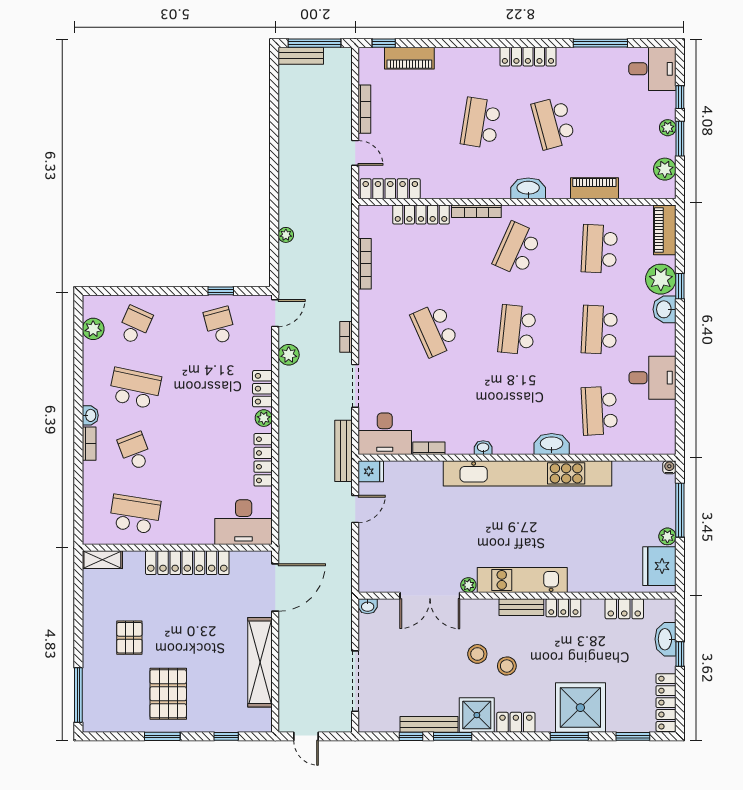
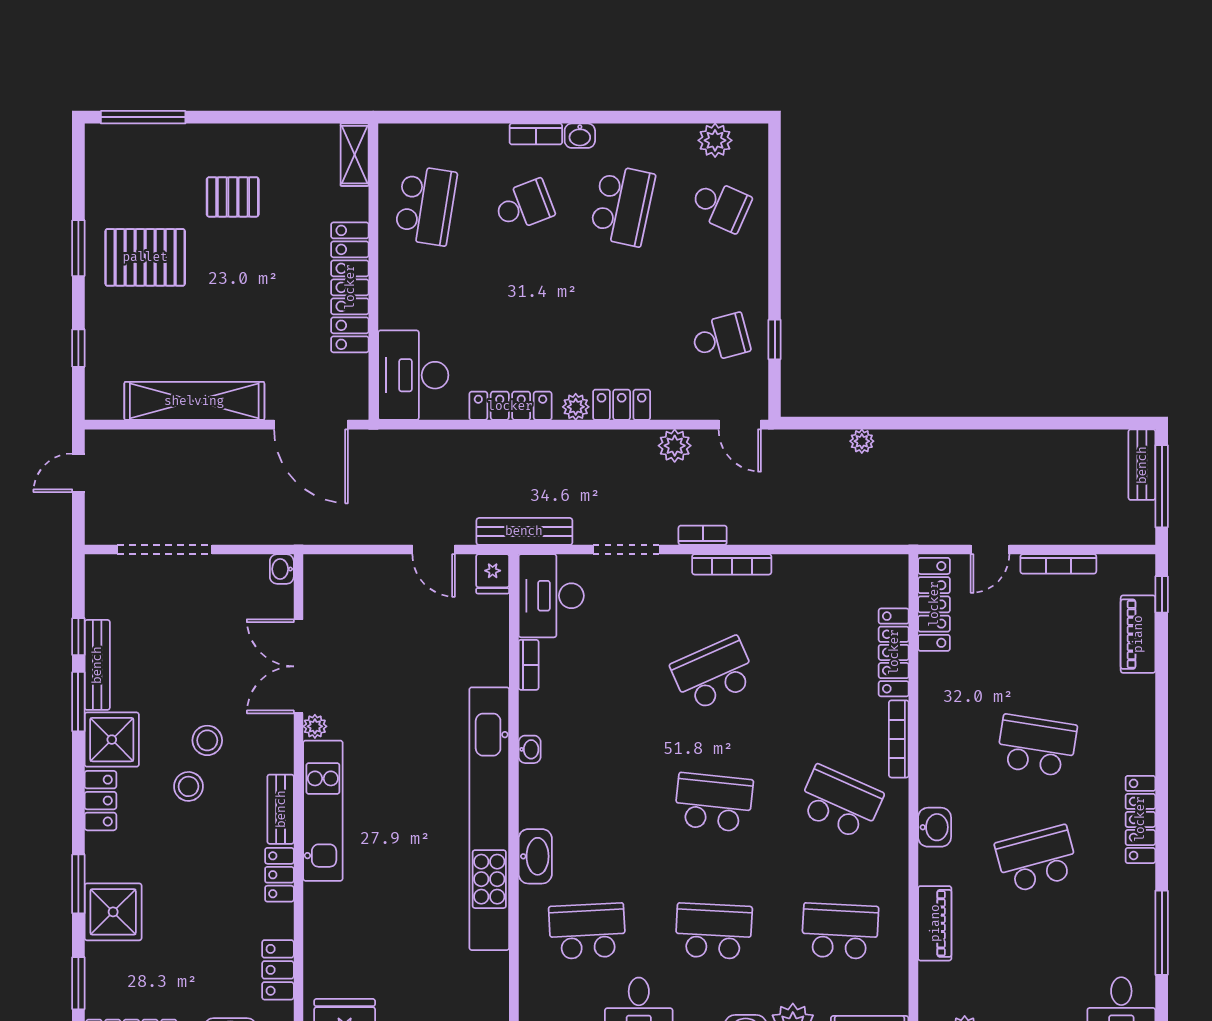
washbasin: (528, 188) -> (935, 827), width x0.72
bookcase: (365, 264) -> (732, 564), moved
shower: (580, 708) -> (113, 912), width x0.73, depth x0.73

